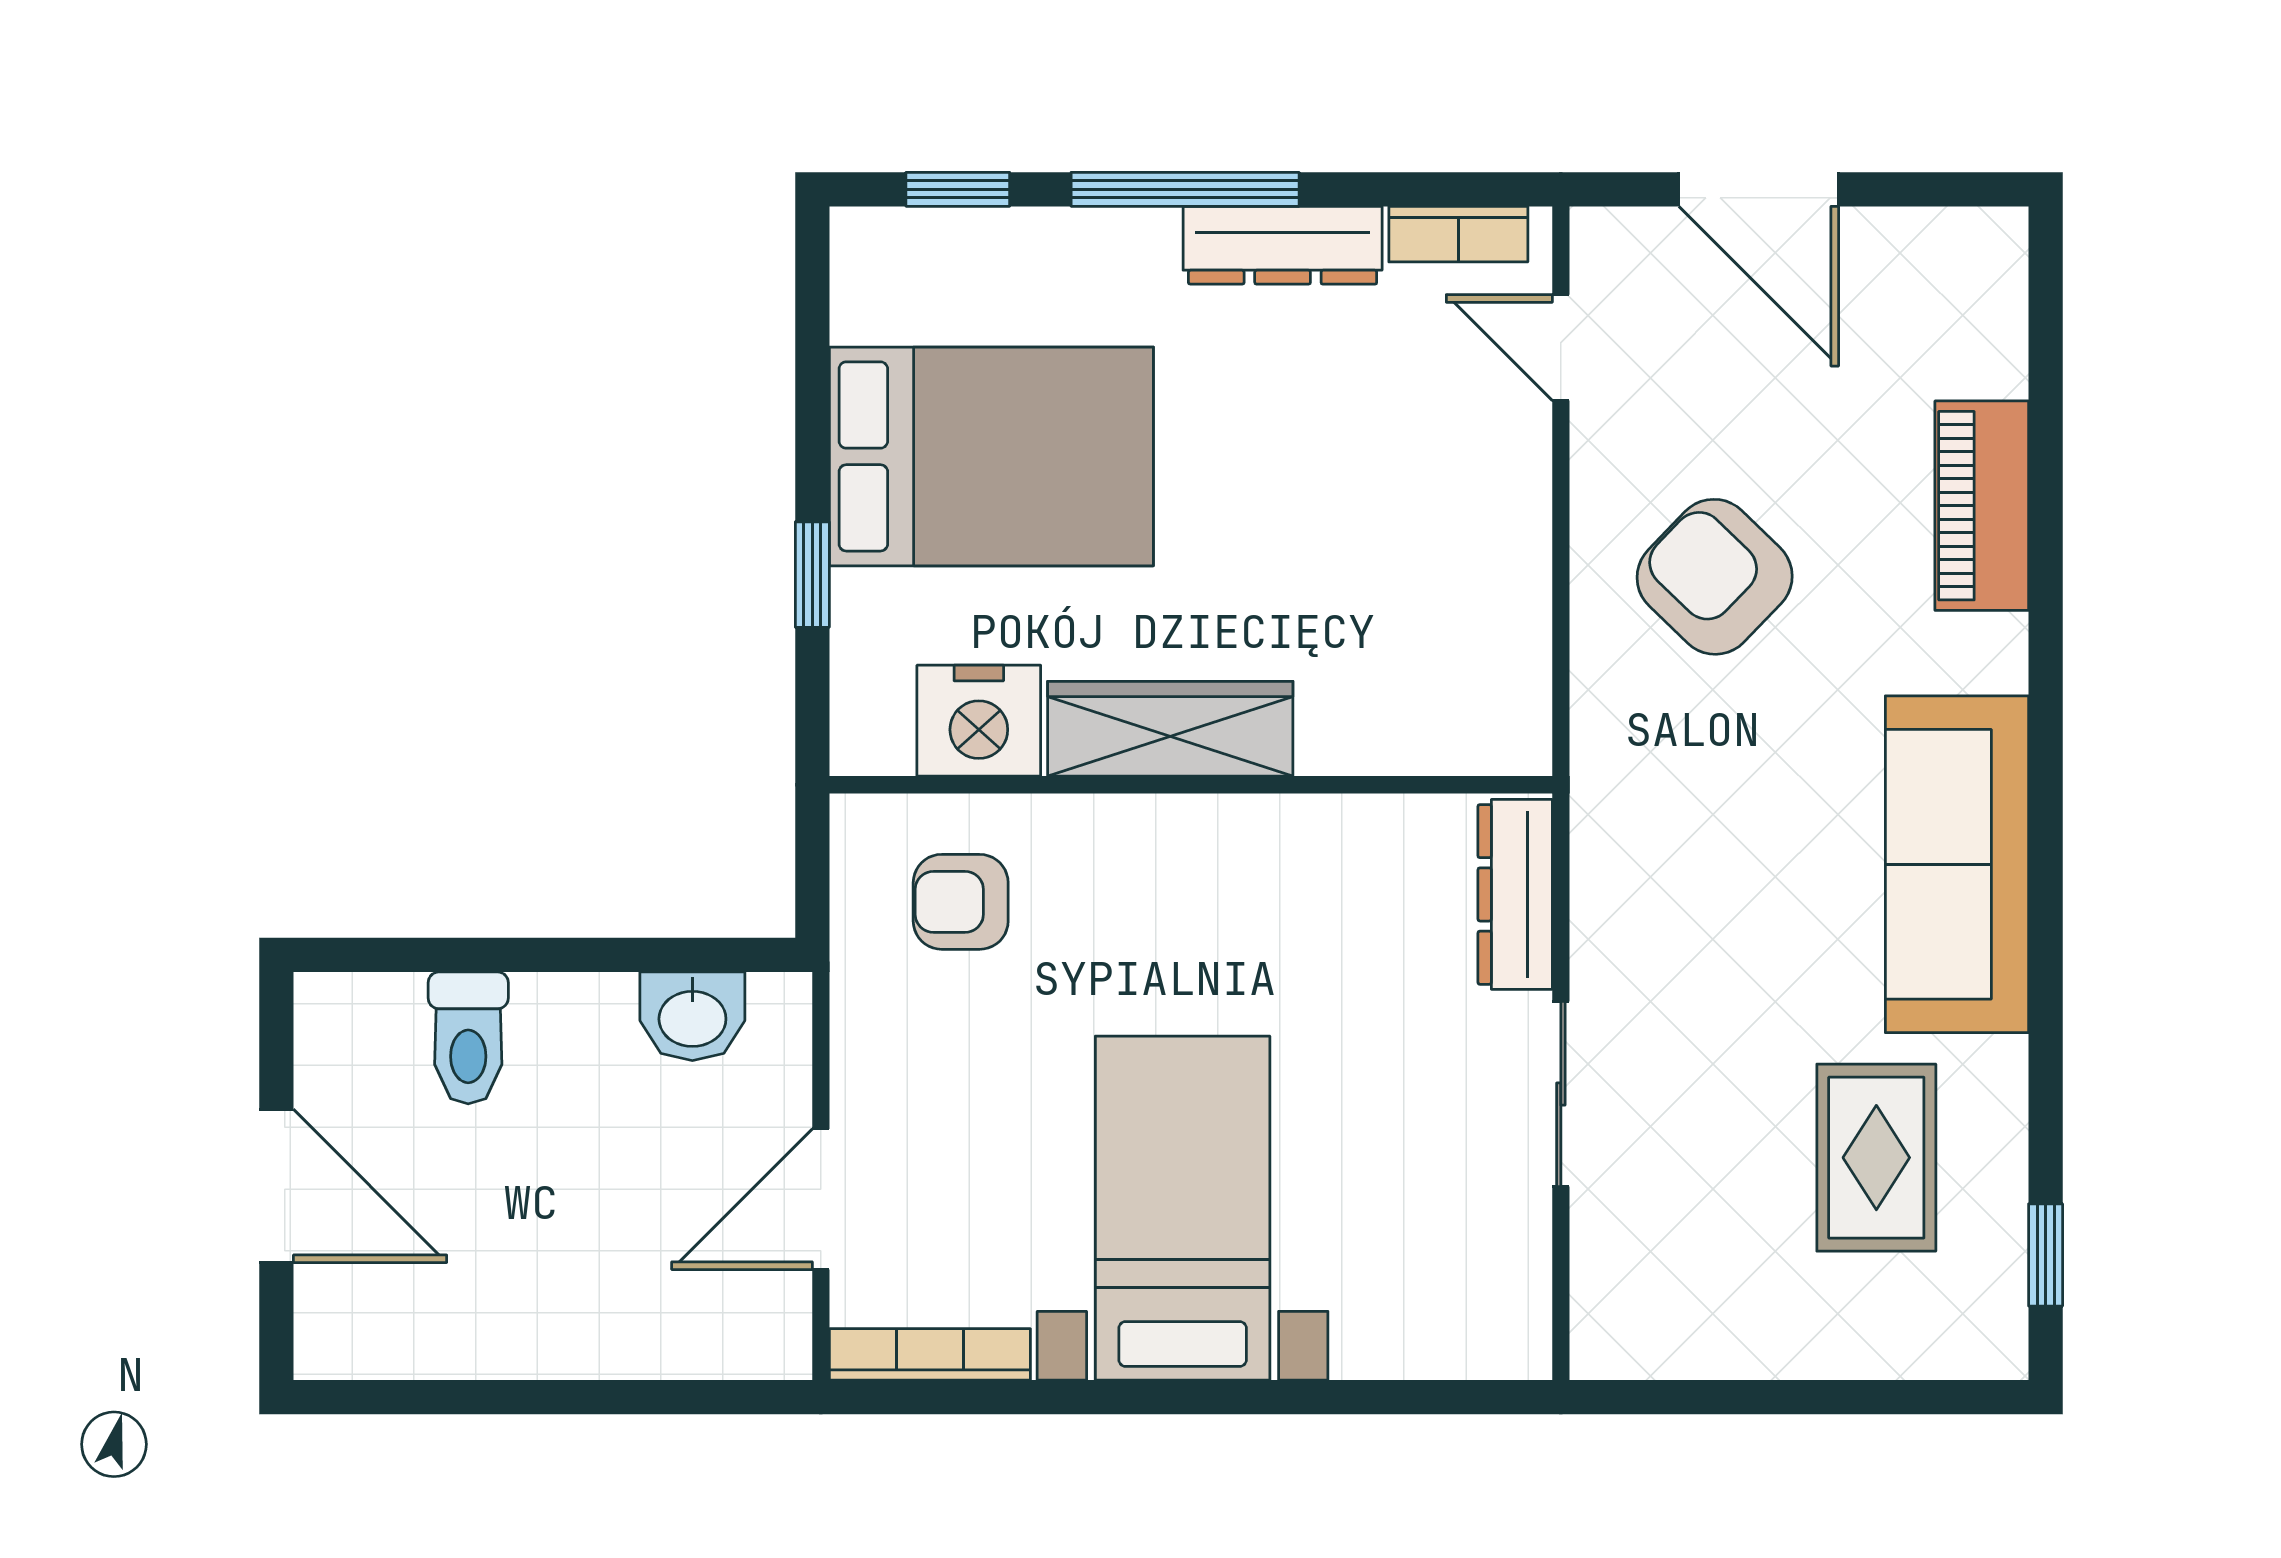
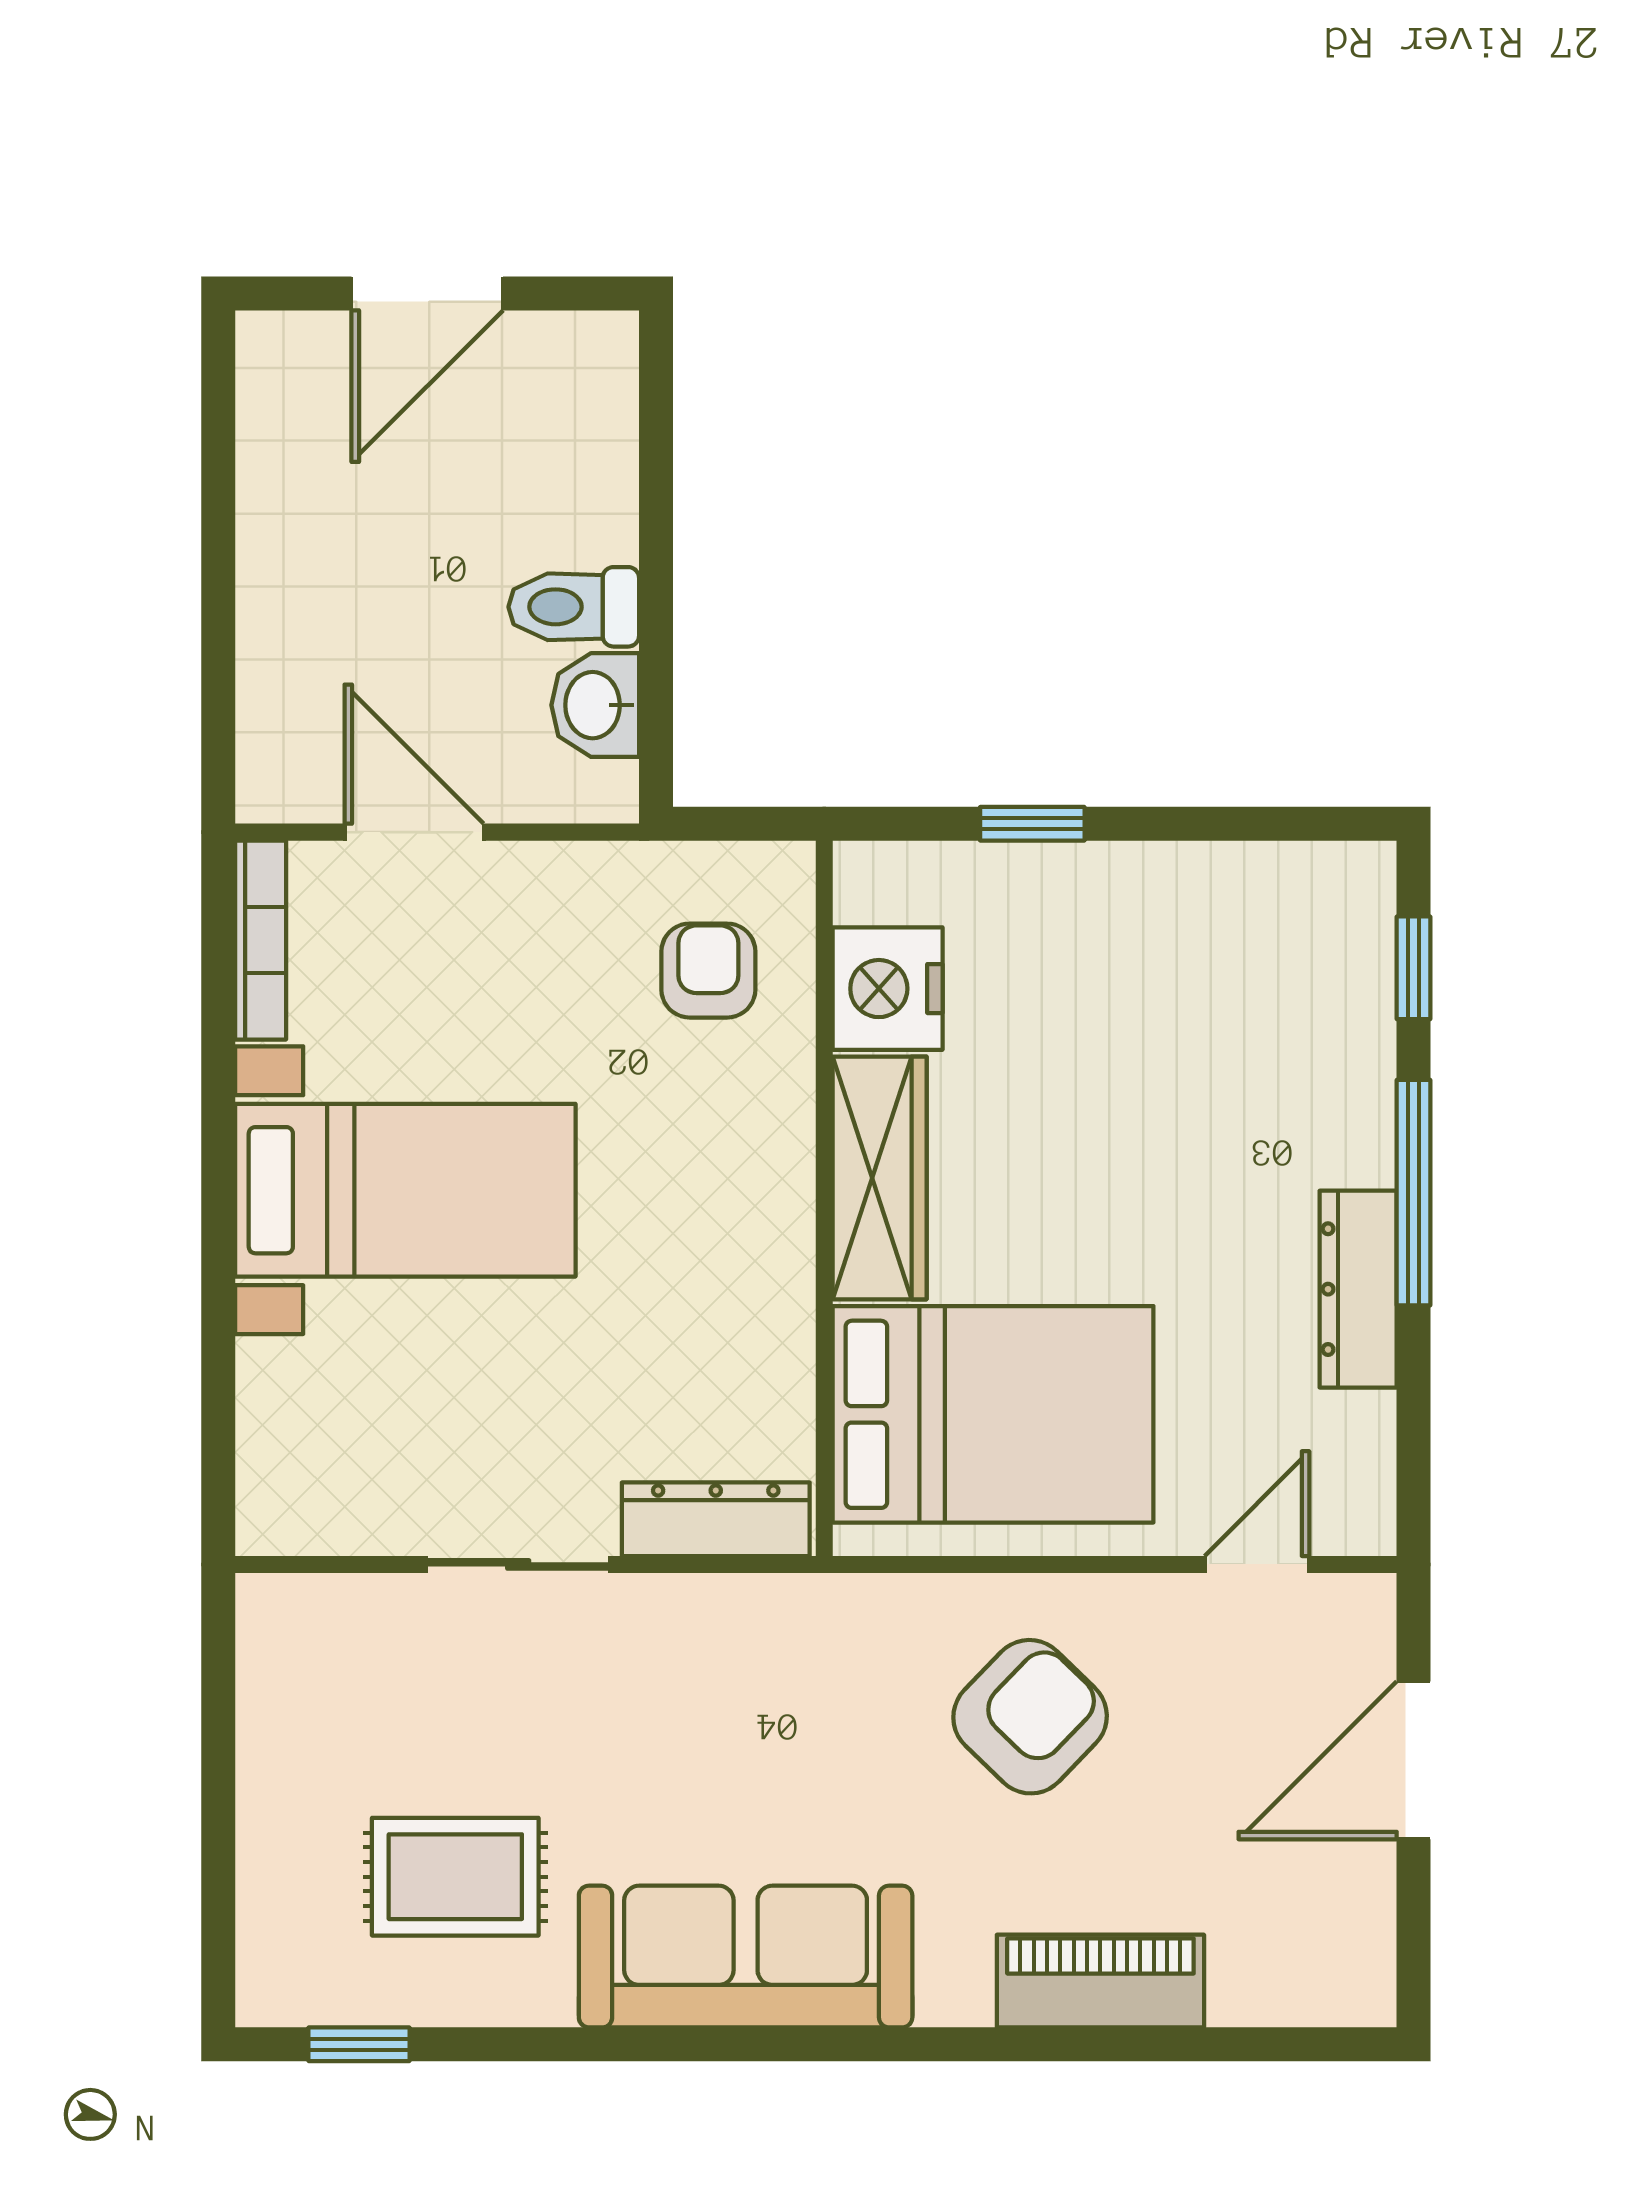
bookcase: (1458, 234) -> (1369, 1463), removed
bed: (991, 456) -> (993, 1414), moved, turned -90
toilet: (468, 1038) -> (574, 607), moved

